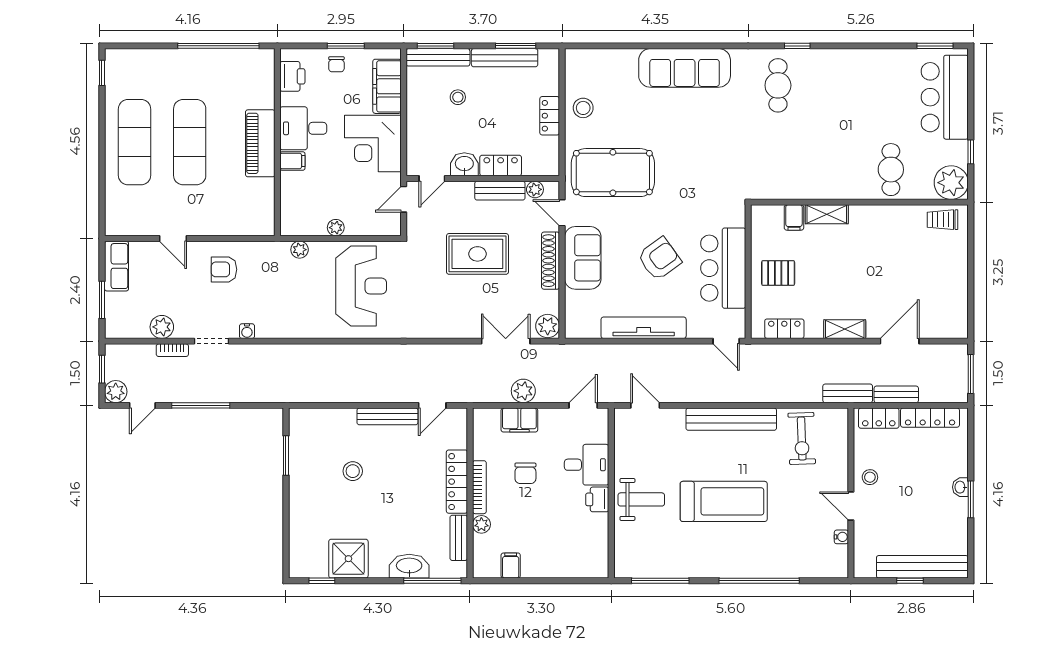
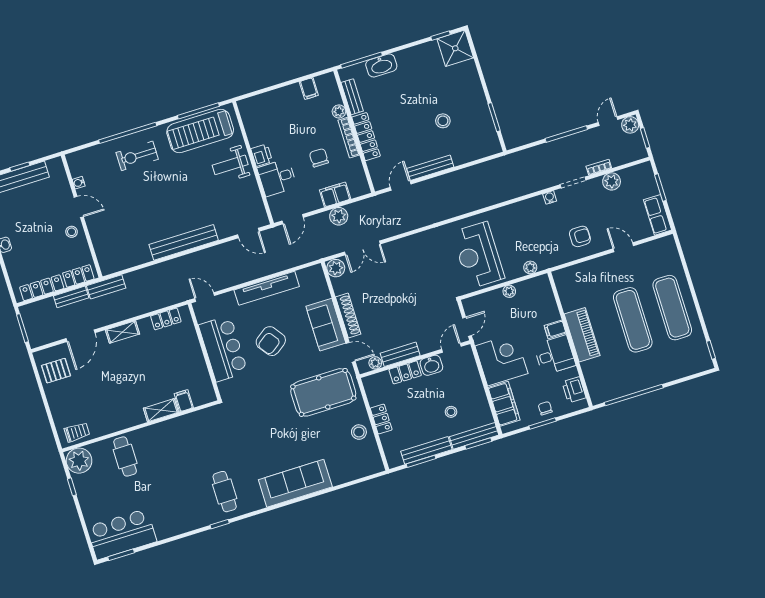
bar counter: (945, 97) -> (122, 534), moved, turned -90
rug: (477, 254) -> (402, 304), removed
pallet: (778, 273) -> (56, 371), moved
exercise bike: (802, 438) -> (137, 156), moved, turned -88
treadmill: (724, 501) -> (200, 131), moved
shower: (348, 559) -> (455, 48), moved

